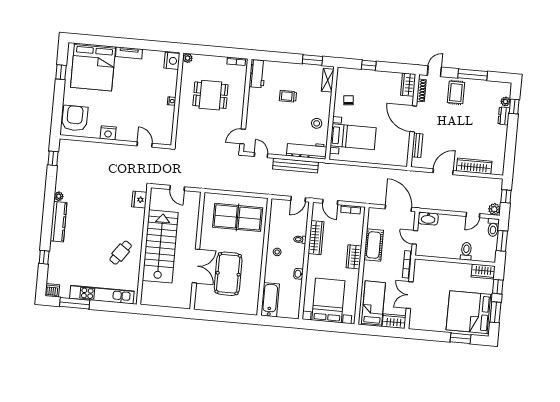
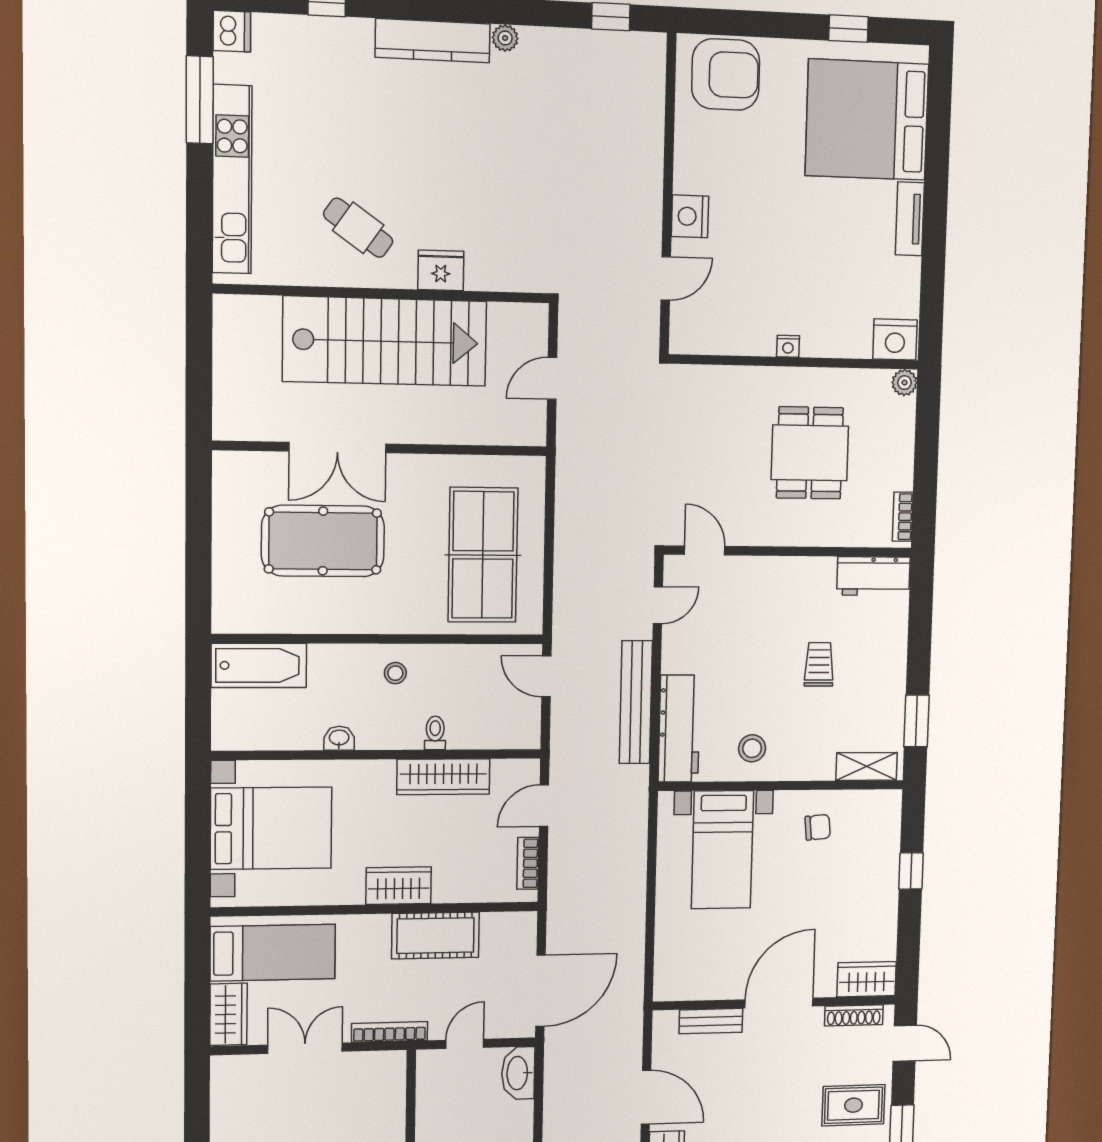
nightstand: (108, 133) -> (690, 216), moved
door: (298, 199) -> (546, 676), moved
fridge: (139, 200) -> (441, 270), moved

